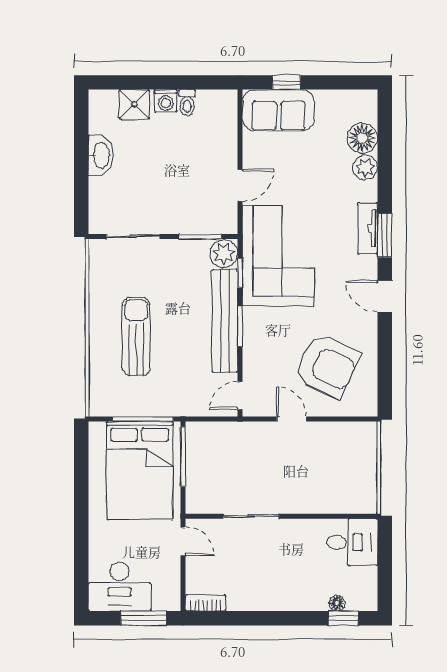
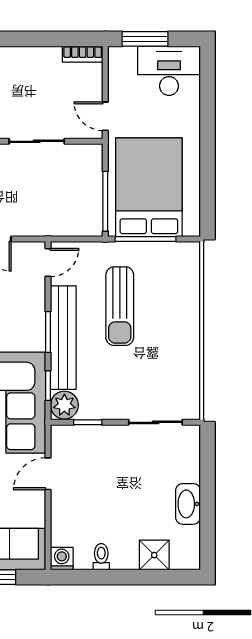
washing machine: (166, 101) -> (62, 559), moved
window: (200, 236) -> (88, 422), width x0.67
sun lounger: (136, 336) -> (120, 306), moved

